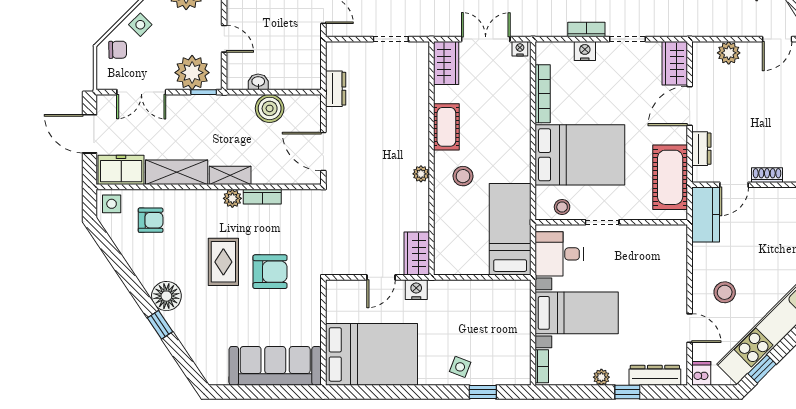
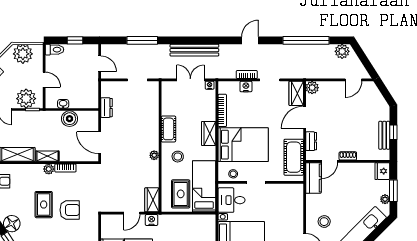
plant: (729, 53) -> (312, 88), moved
wardrobe: (446, 63) -> (209, 133), moved, turned 180
rug: (468, 243) -> (181, 194), added

